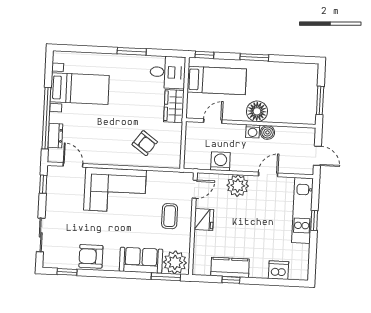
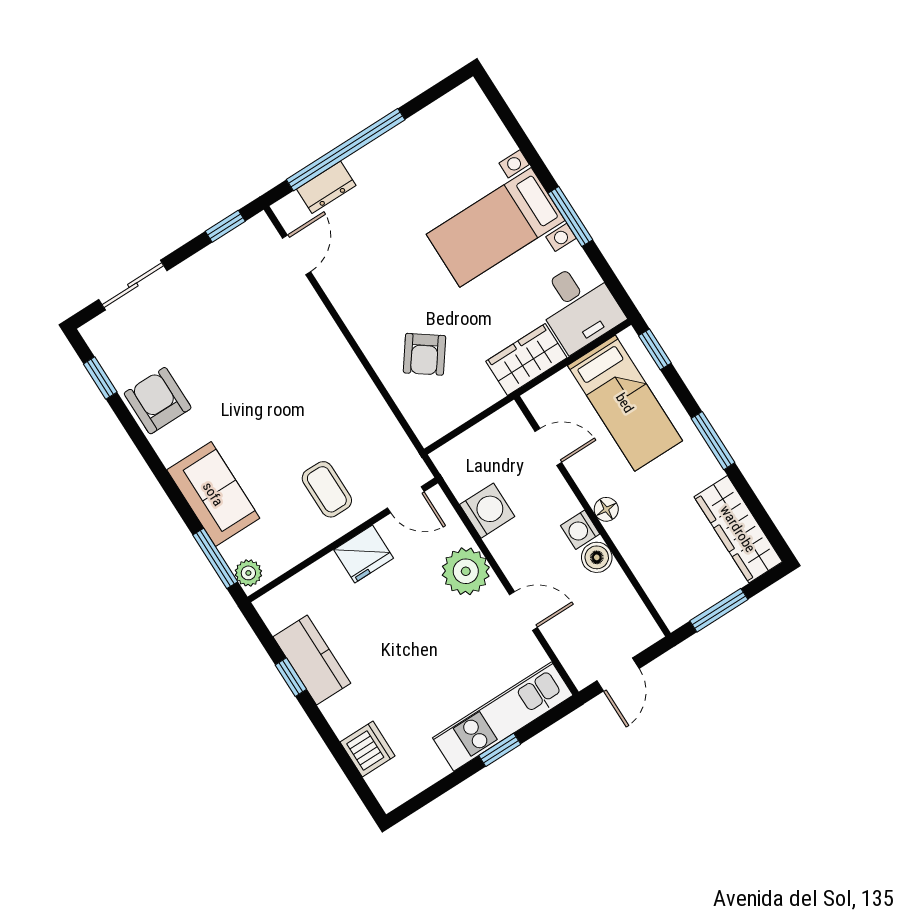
wardrobe: (295, 72) -> (738, 529), added
bed with nightstands: (80, 89) -> (496, 227), moved, turned 90
floor lamp: (257, 111) -> (606, 509), width x0.53, depth x0.53
corner sofa: (115, 190) -> (305, 360), removed
coffee table: (170, 216) -> (327, 489), turned 90
plant: (175, 262) -> (248, 573), width x0.53, depth x0.53

